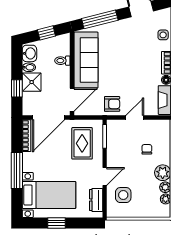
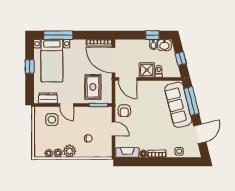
sofa: (86, 60) -> (178, 105), moved, turned 76
shower: (32, 82) -> (147, 70), moved
window: (17, 88) -> (152, 35), moved
rug: (82, 143) -> (93, 87), turned 90
window: (17, 170) -> (58, 35), moved

